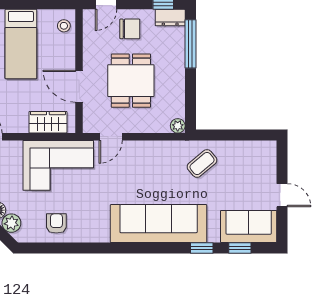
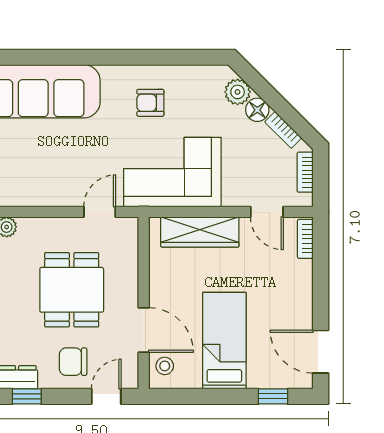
door: (79, 86) -> (144, 330), moved
wardrobe: (48, 122) -> (200, 232), width x1.50
armchair: (56, 223) -> (150, 103), moved, turned 90

